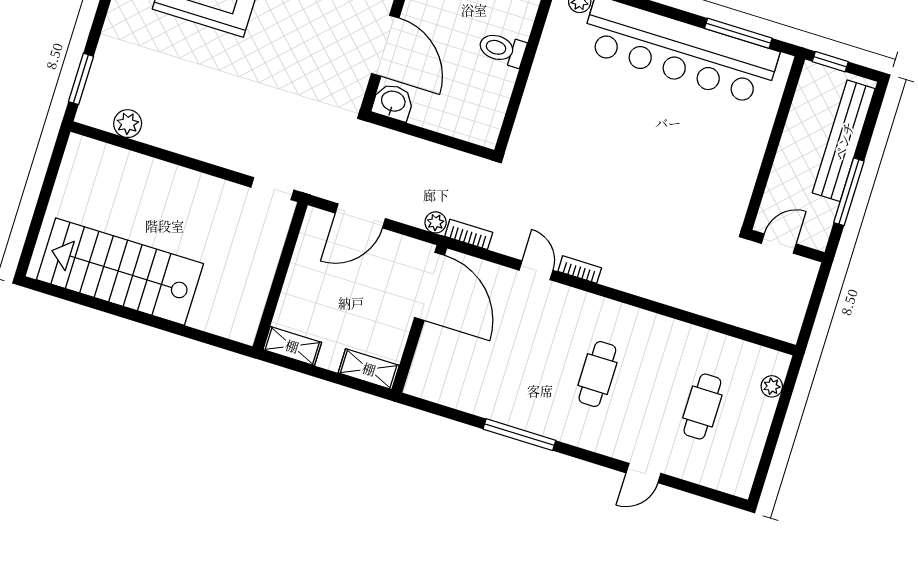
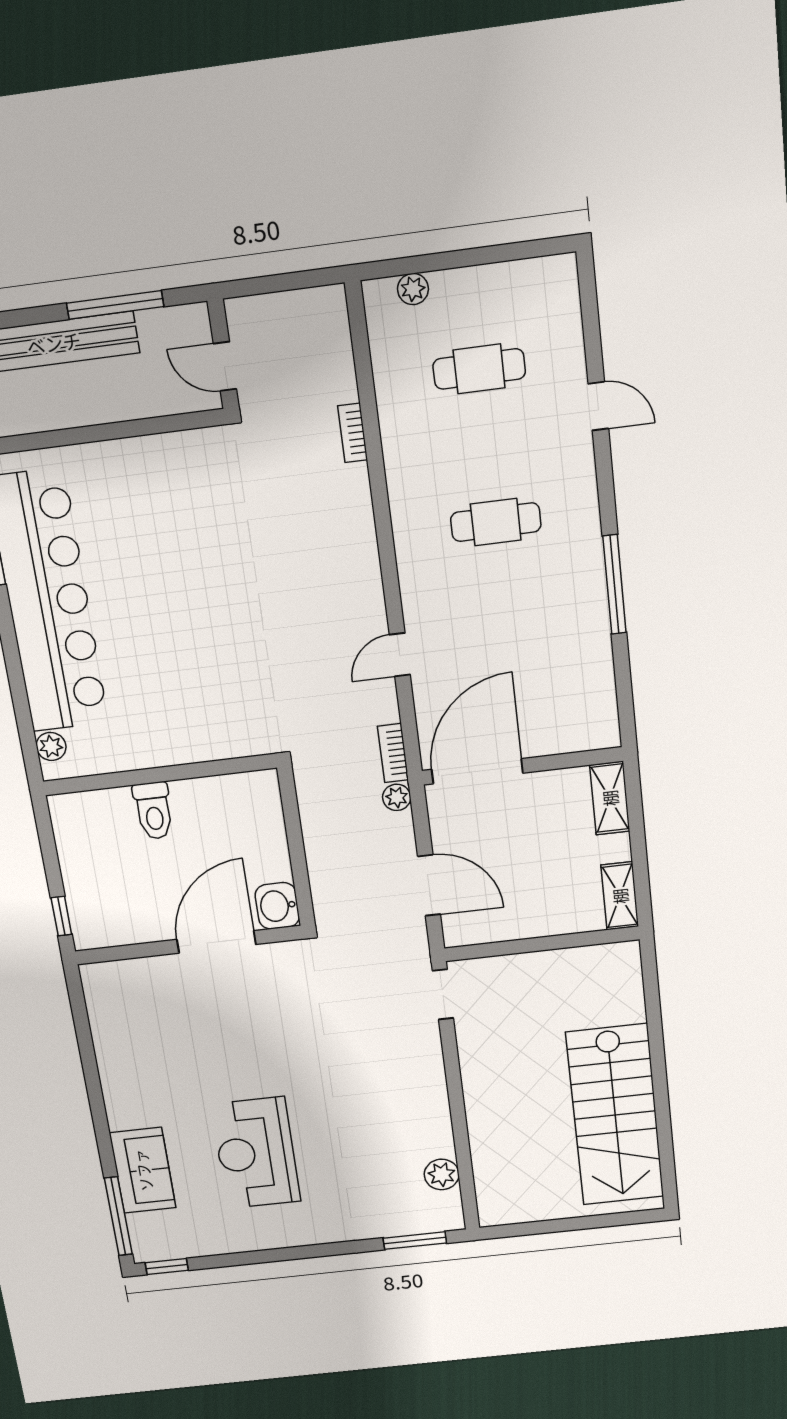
bookcase: (580, 270) -> (353, 433), moved

